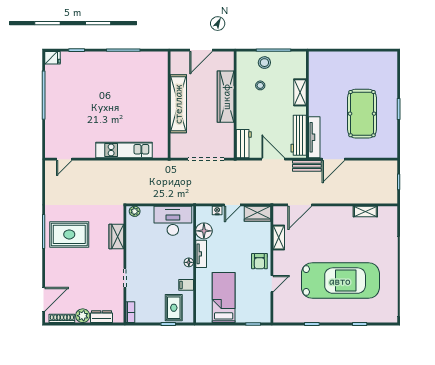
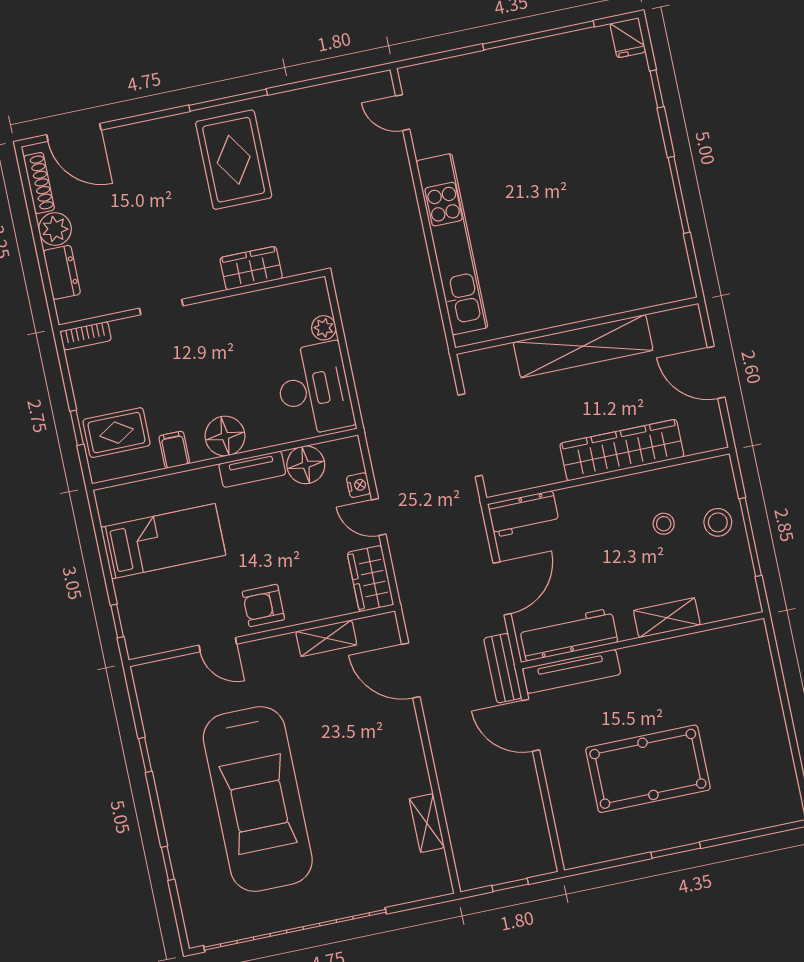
kitchen unit: (124, 150) -> (452, 244), width x1.36
plant: (135, 211) -> (324, 328), moved
floor lamp: (189, 262) -> (225, 436), width x1.89, depth x1.89

